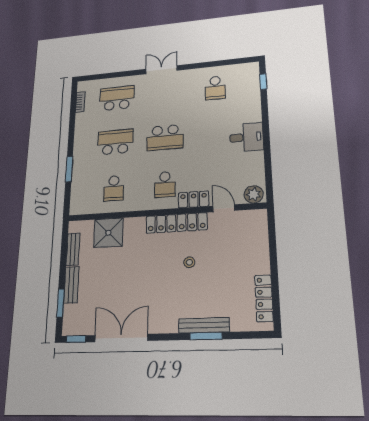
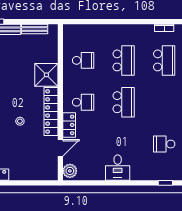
school desk: (165, 138) -> (124, 102), turned 180
window: (69, 169) -> (103, 22), removed
school desk: (165, 184) -> (83, 102), turned 180
school desk: (114, 188) -> (83, 60), turned 180
shower: (108, 233) -> (46, 75), moved

